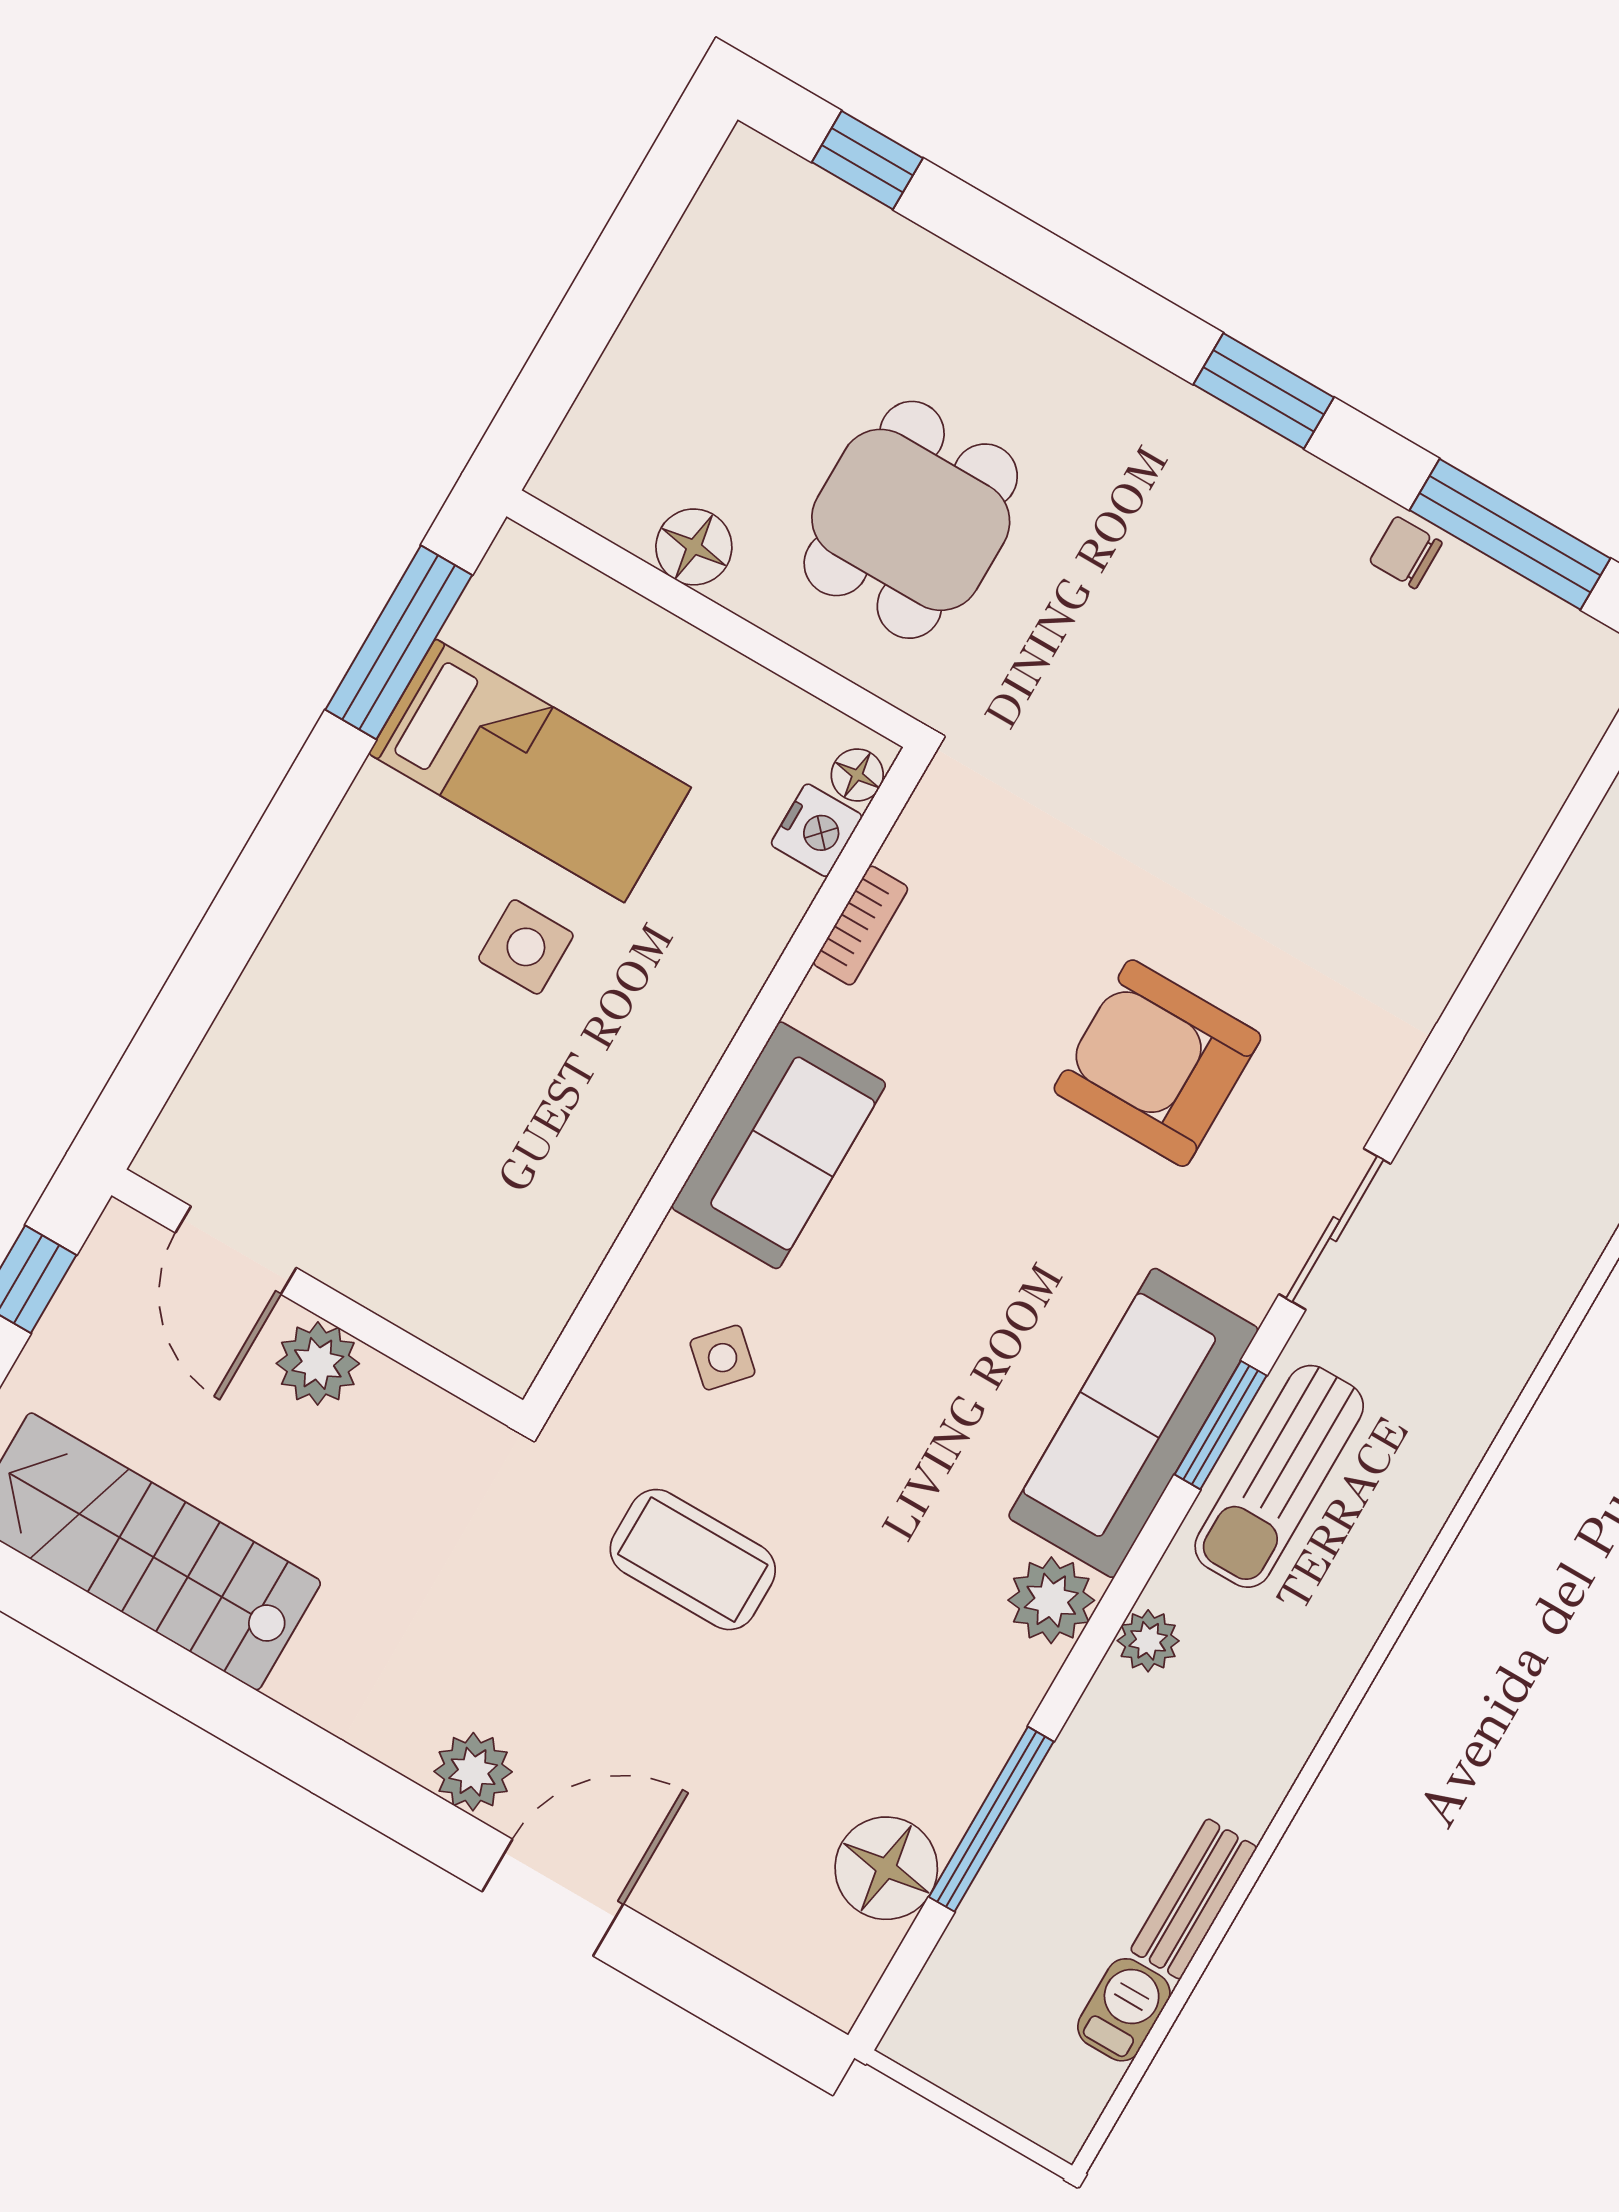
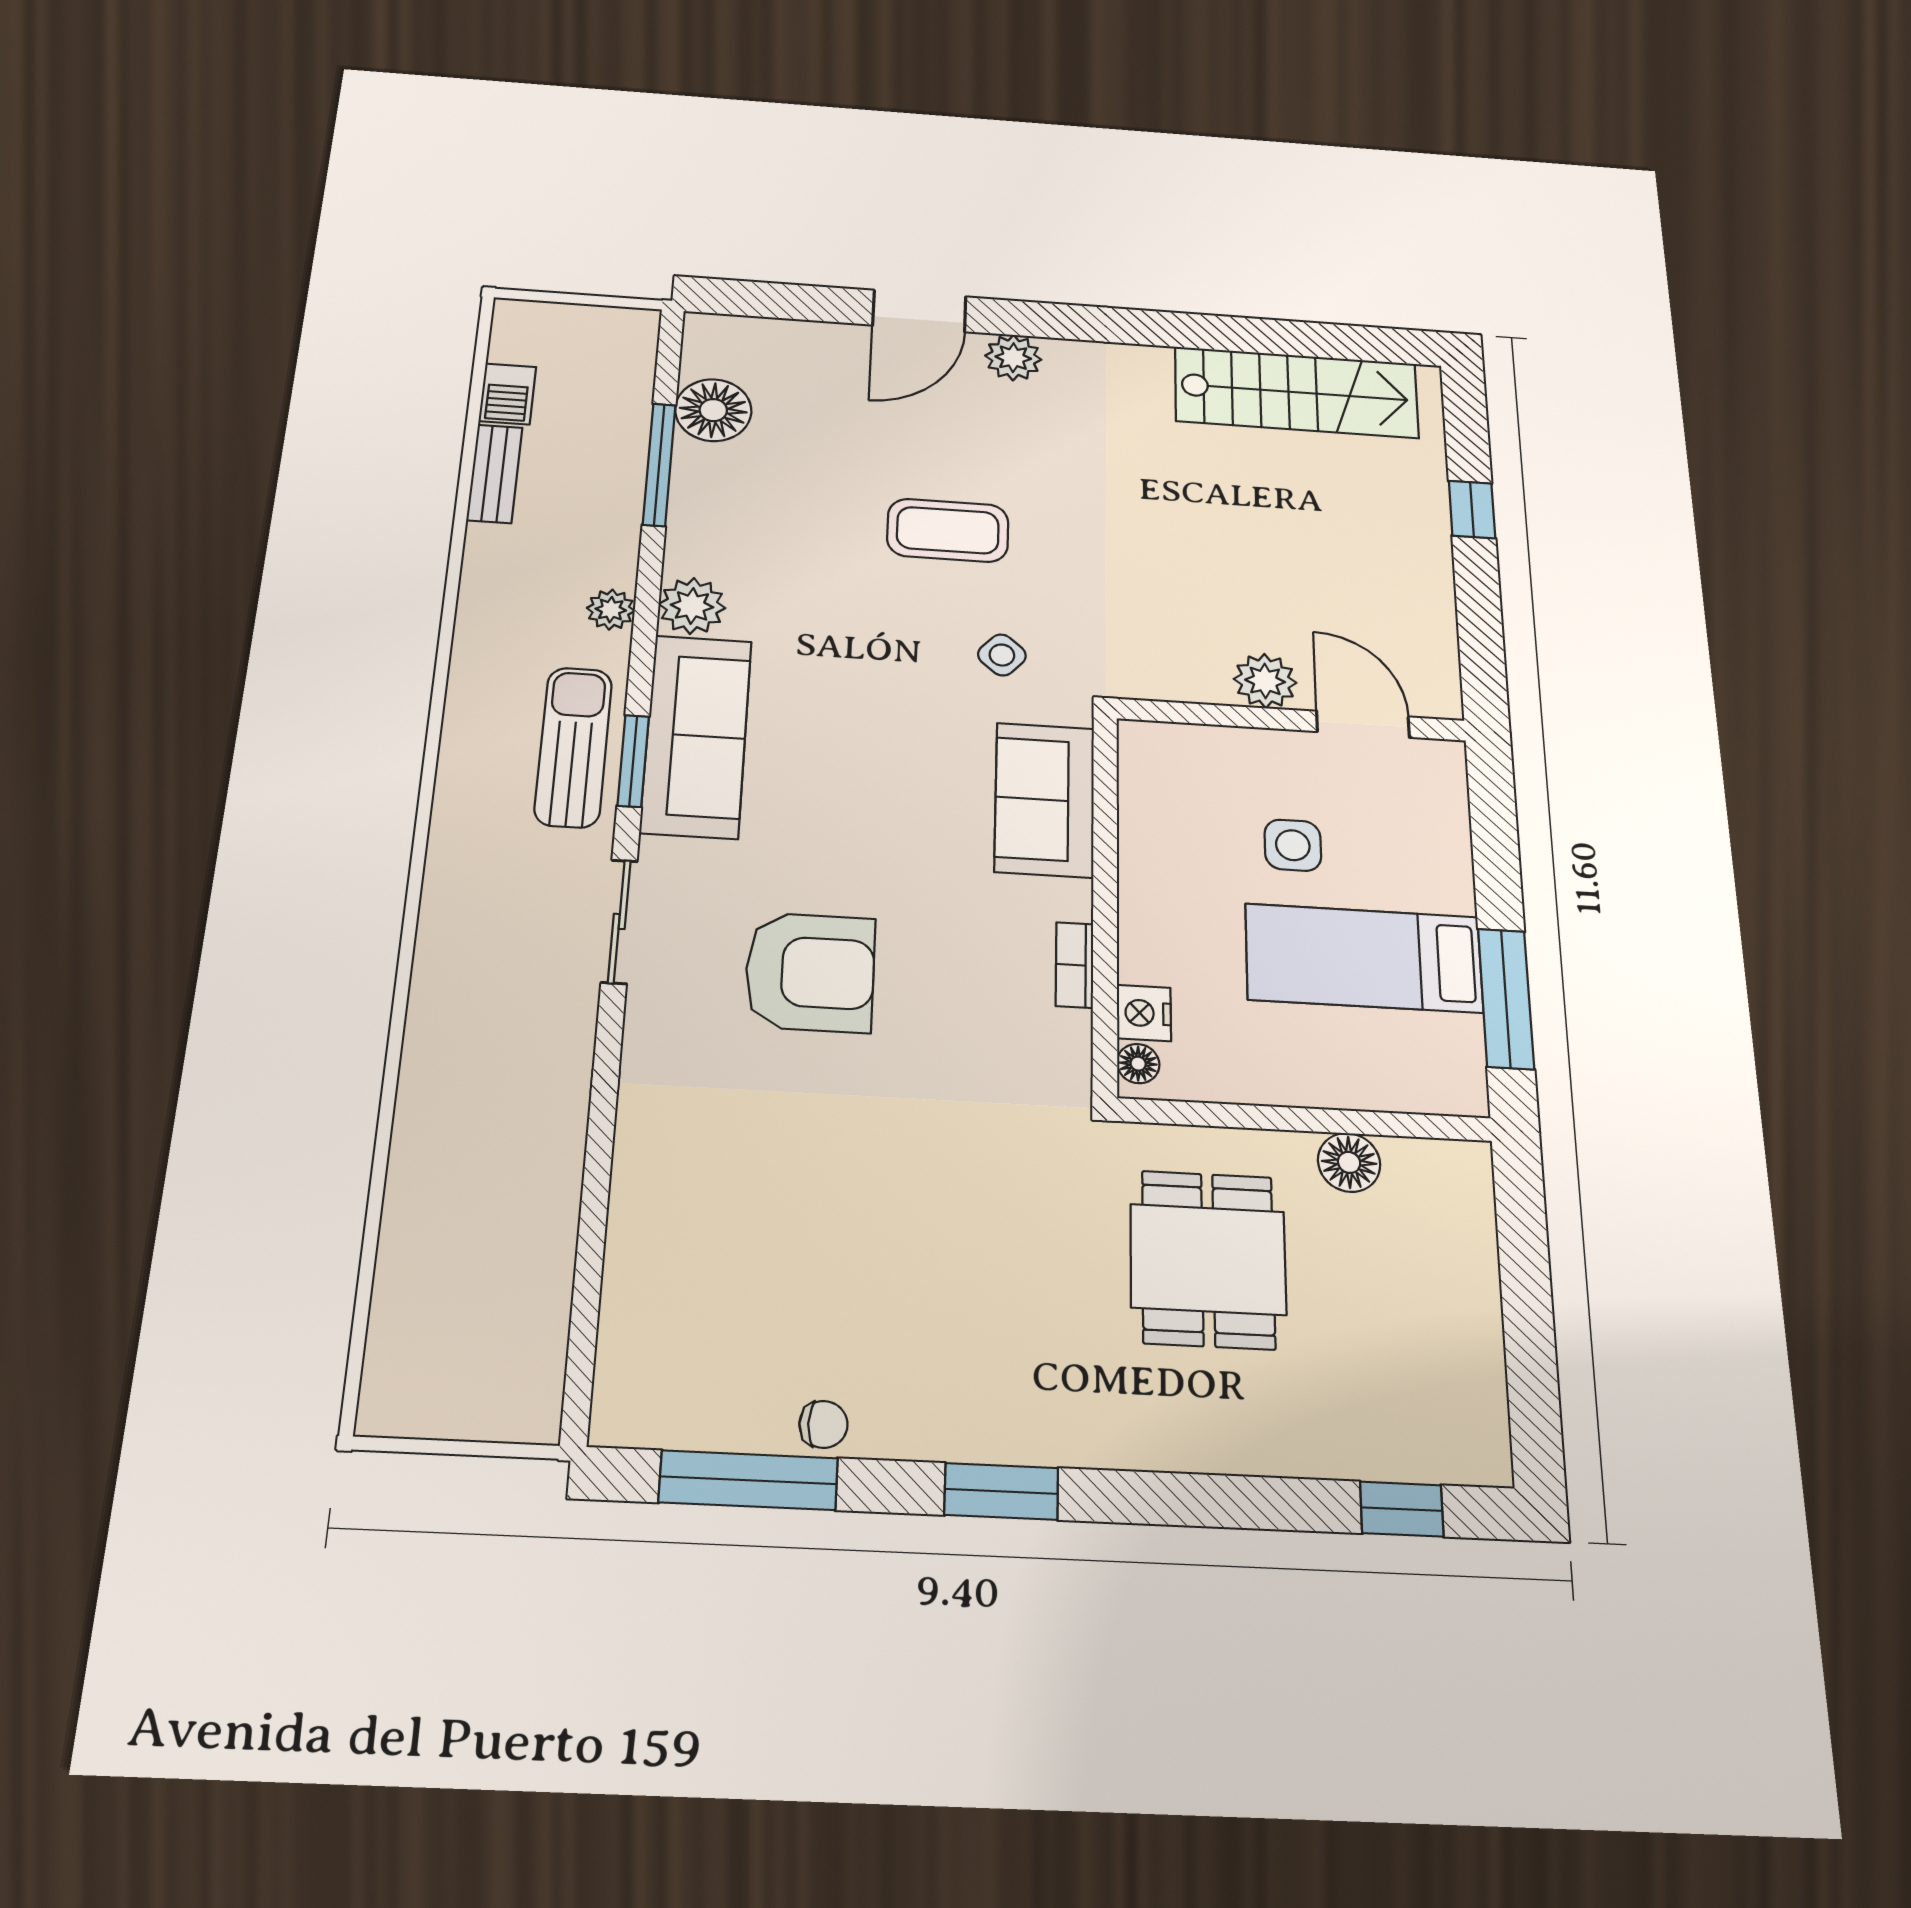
door: (236, 1250) -> (1363, 724), moved
wall: (317, 1298) -> (1292, 720), moved
plant: (318, 1363) -> (1265, 681), moved

